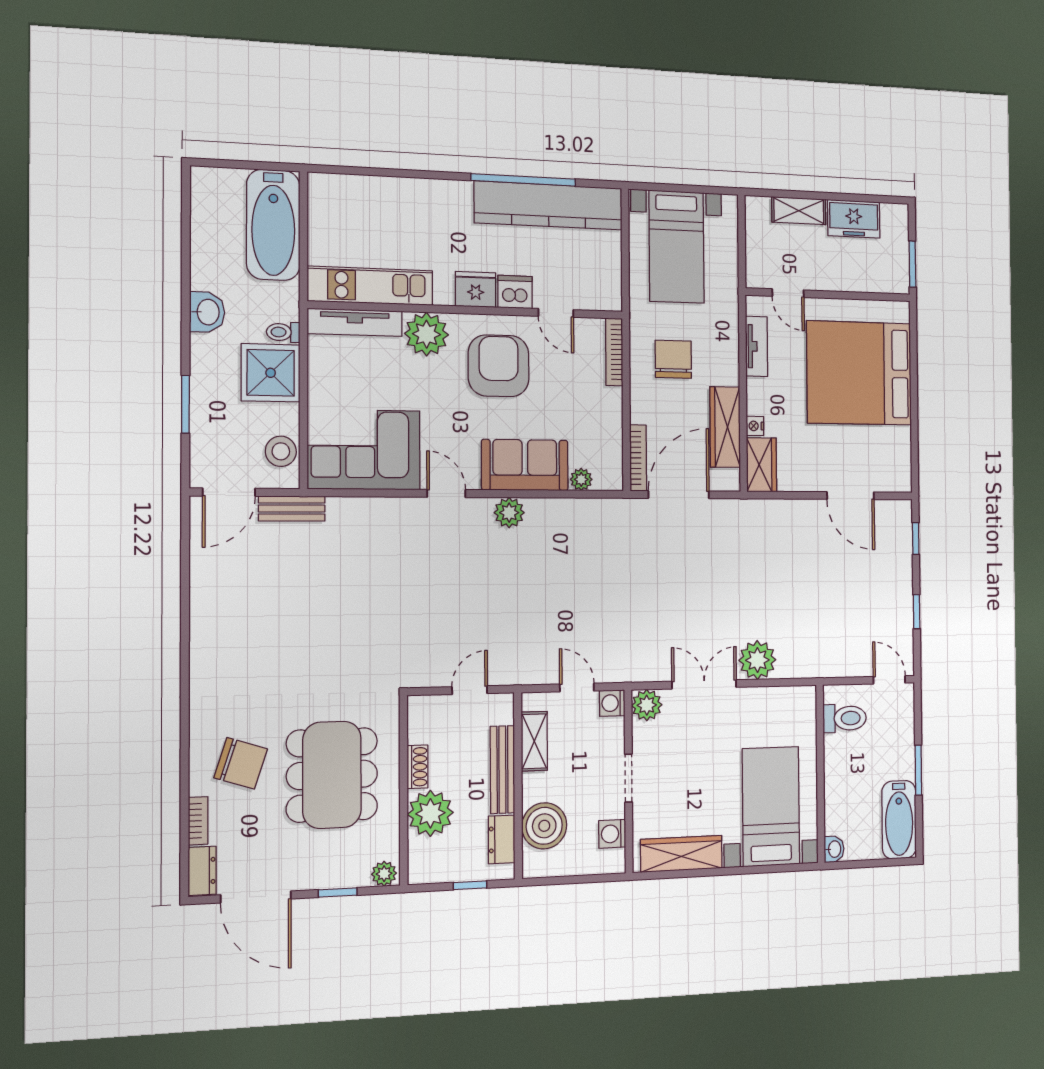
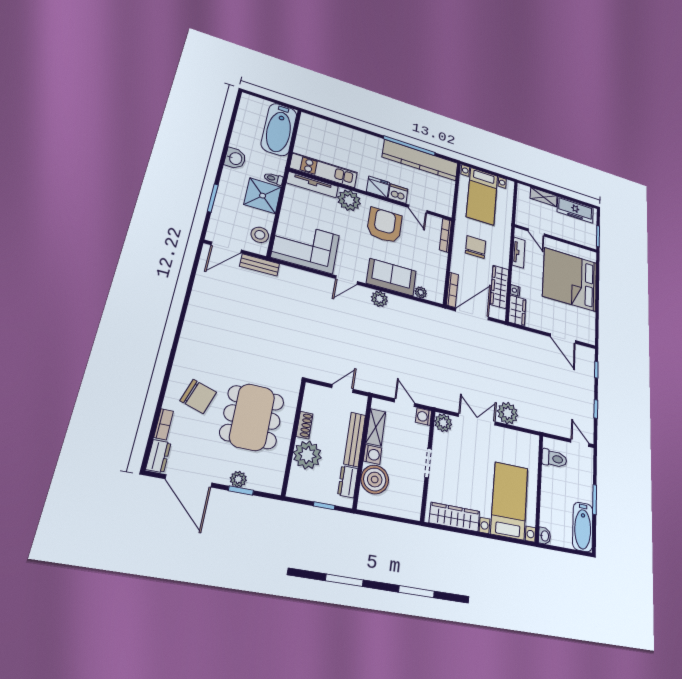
freezer: (854, 219) -> (575, 210), width x1.40
door: (446, 493) -> (347, 280), swing flipped
washing machine: (612, 834) -> (373, 454), moved, turned 180
plant: (384, 874) -> (238, 479), moved

